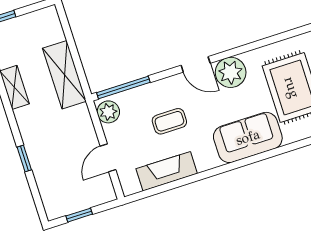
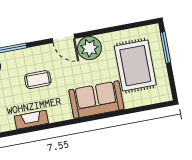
fireplace: (167, 171) -> (31, 120), width x0.73, depth x0.76

